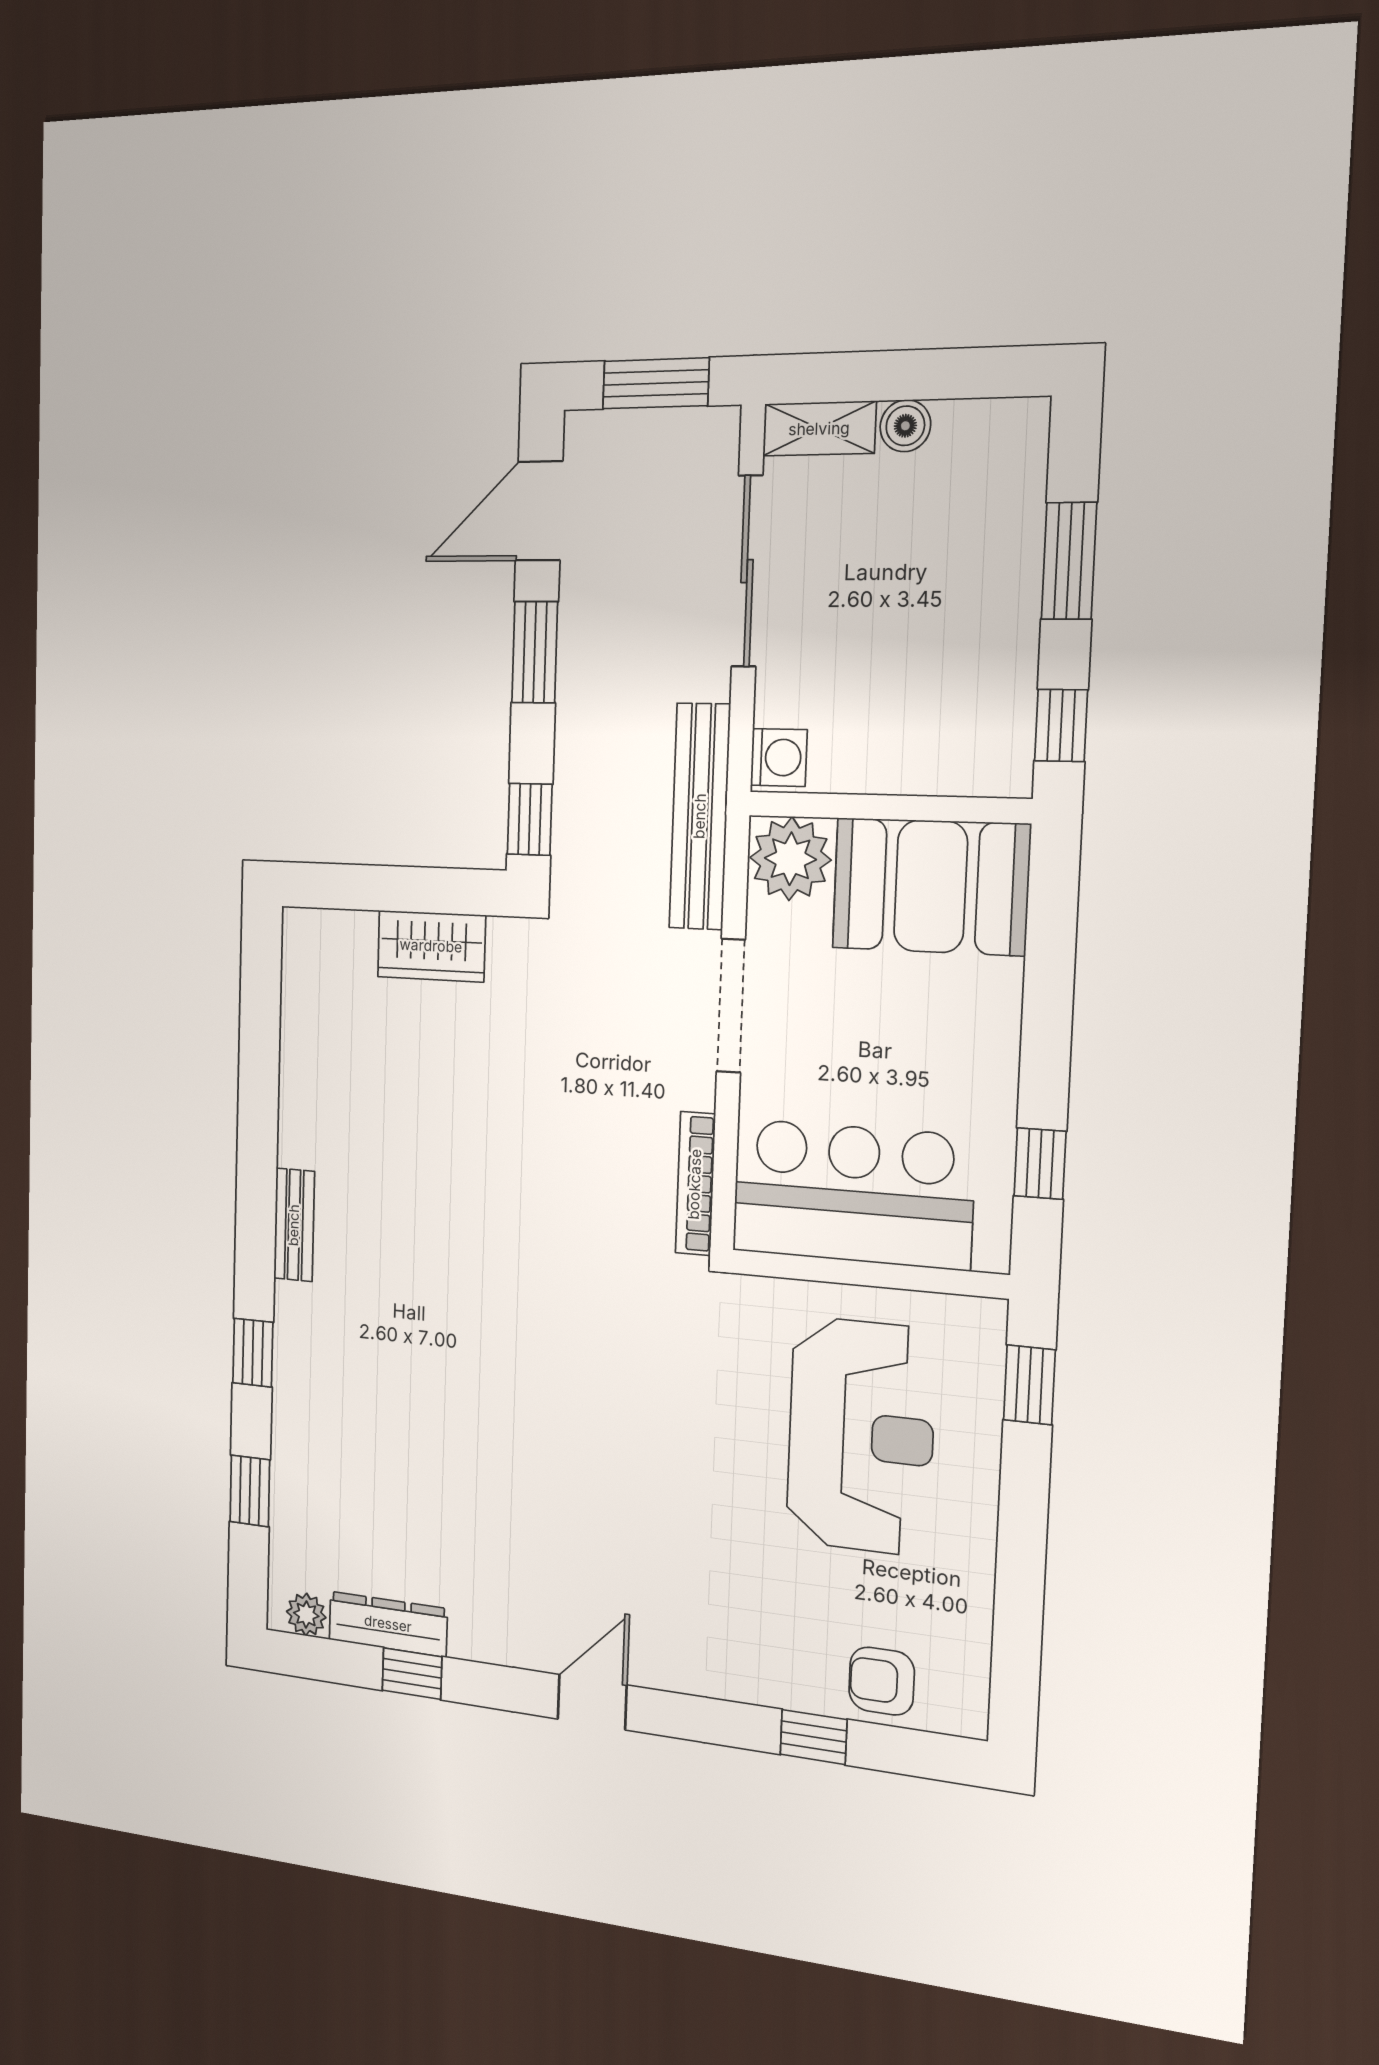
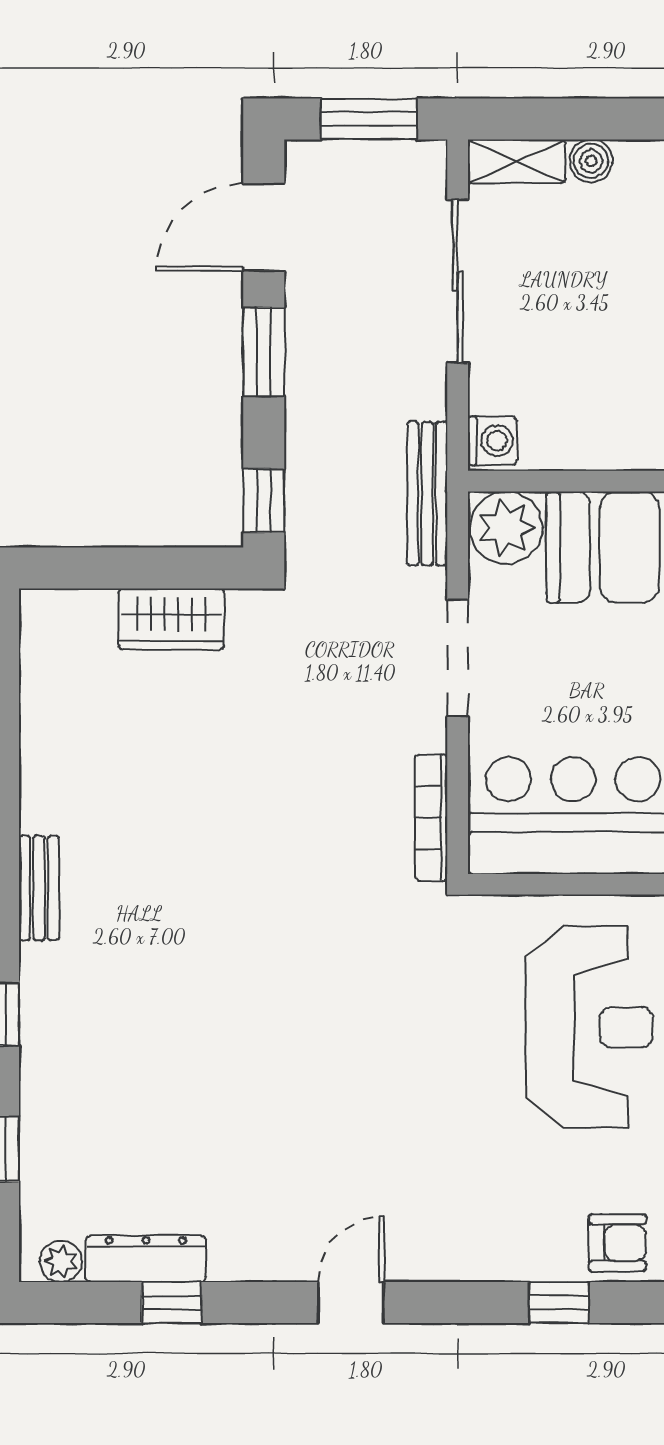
bench: (700, 816) -> (427, 494), width x0.73, depth x0.82
armchair: (882, 1681) -> (617, 1243), turned 180

